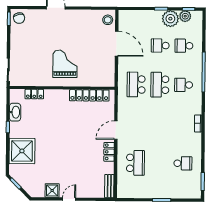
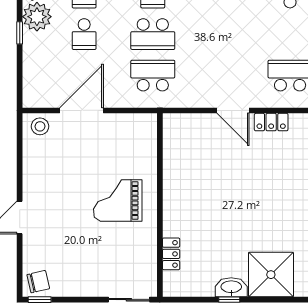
school desk: (136, 84) -> (153, 76), turned 180
locker: (89, 95) -> (173, 158), removed
washbasin: (15, 112) -> (231, 287), moved

